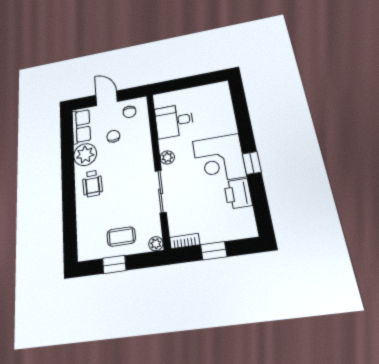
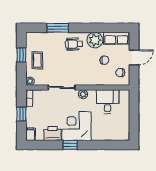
window: (69, 212) -> (58, 28), added
filing cabinet: (246, 230) -> (31, 134), added

